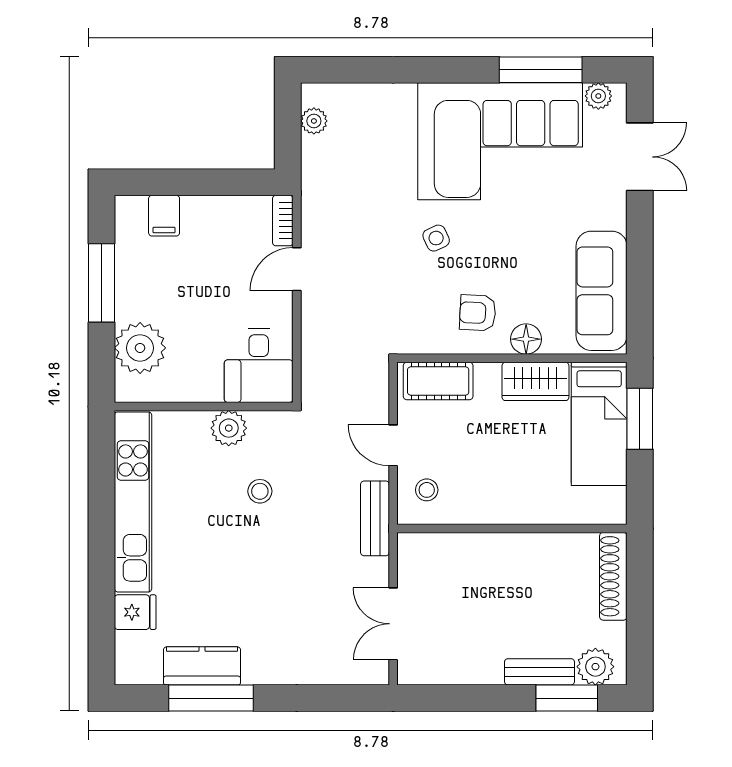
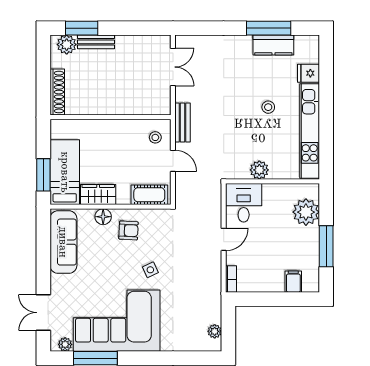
door: (297, 269) -> (224, 239), moved
stool: (260, 491) -> (268, 107), moved

